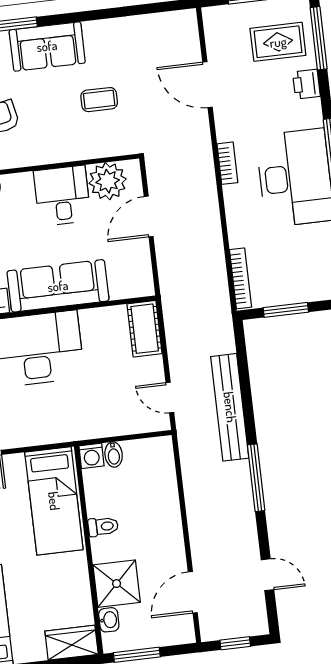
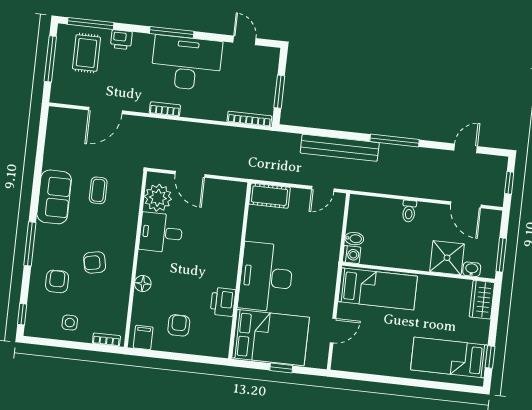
sofa: (47, 46) -> (54, 197), moved
sofa: (58, 286) -> (225, 250), removed
toilet: (103, 527) -> (409, 211), moved, turned 180

